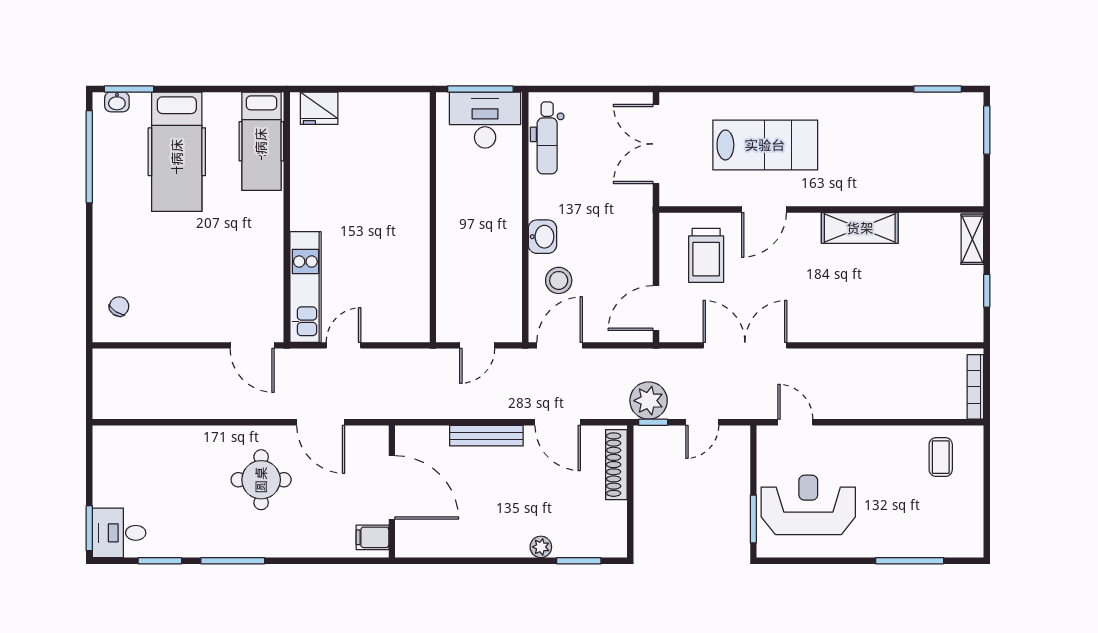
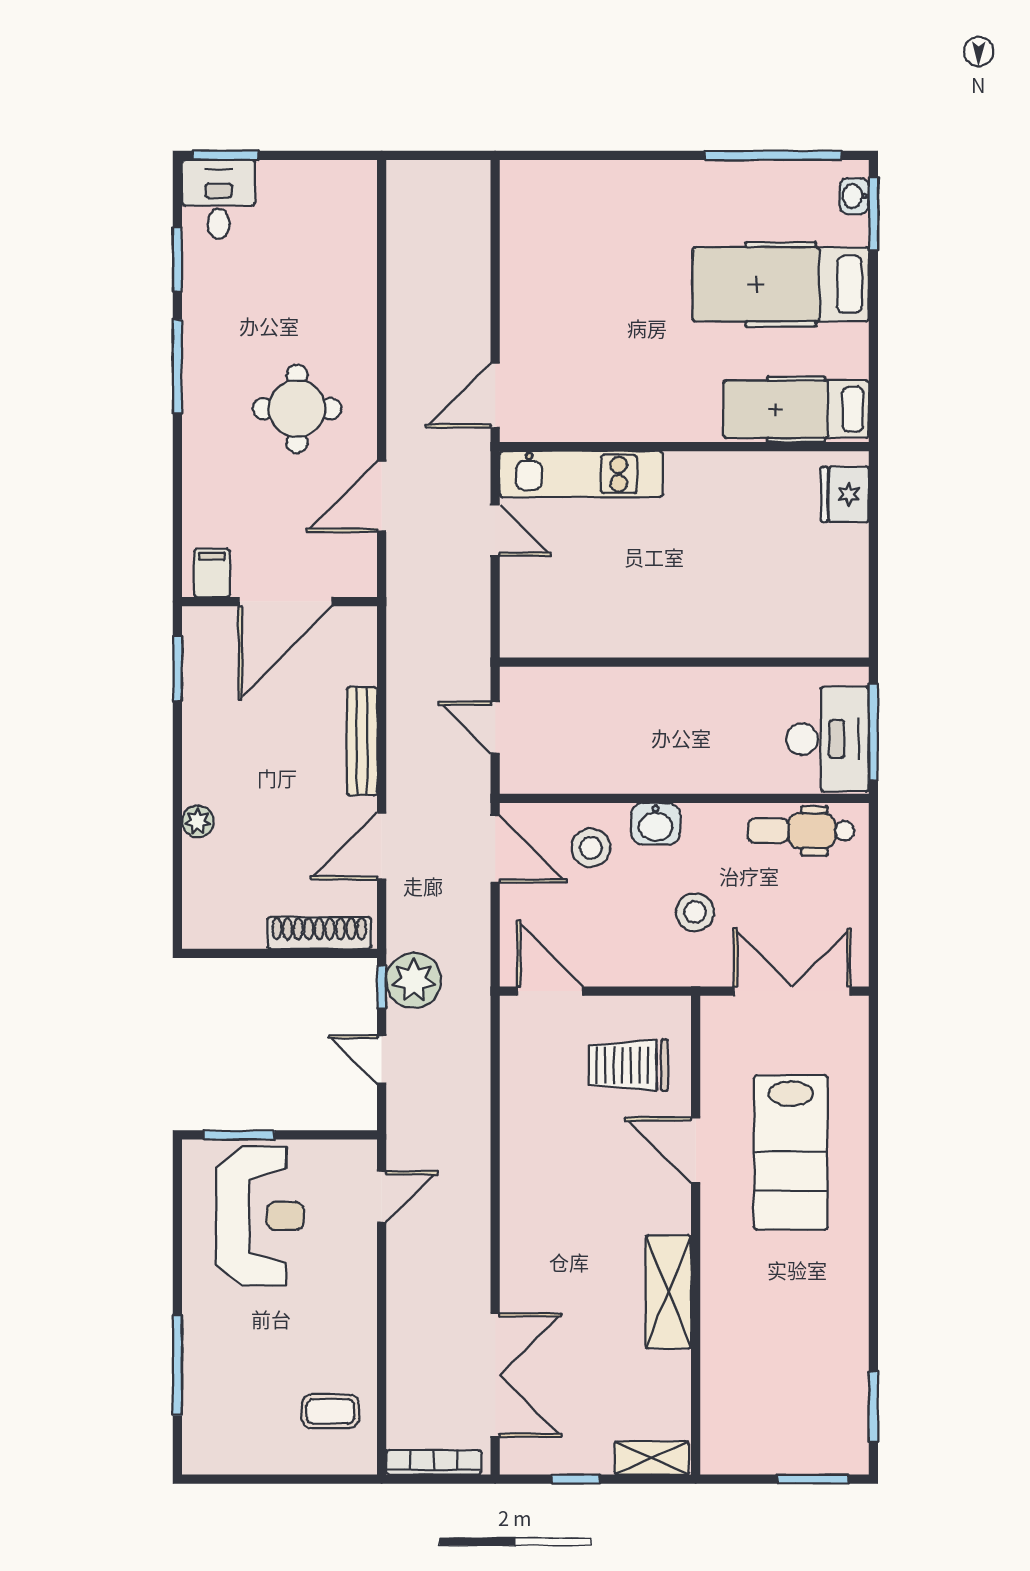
stool: (602, 210) -> (695, 912), added
chair: (119, 306) -> (553, 199), removed
double door: (745, 345) -> (495, 1375), moved
window: (579, 561) -> (177, 668), moved

